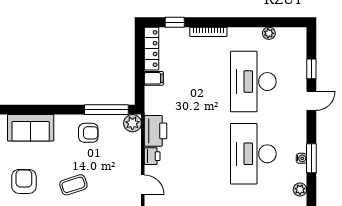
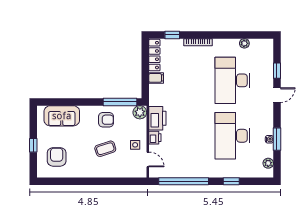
side table: (126, 166) -> (135, 145), added
coffee table: (73, 185) -> (105, 149), moved

